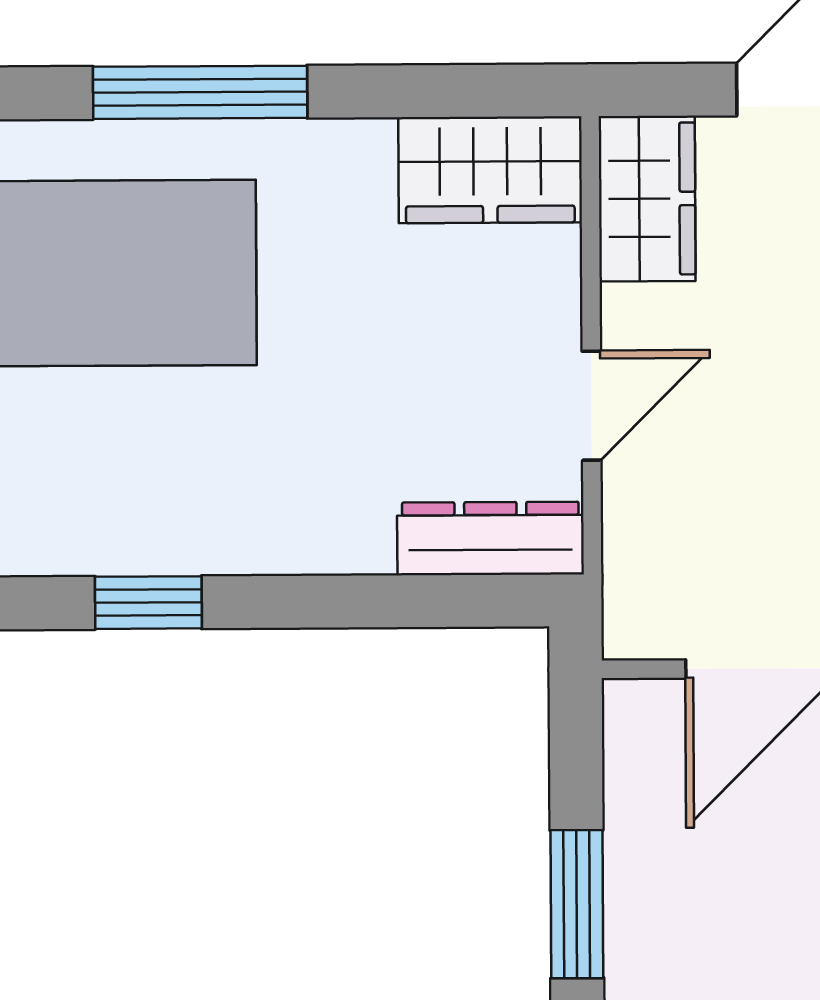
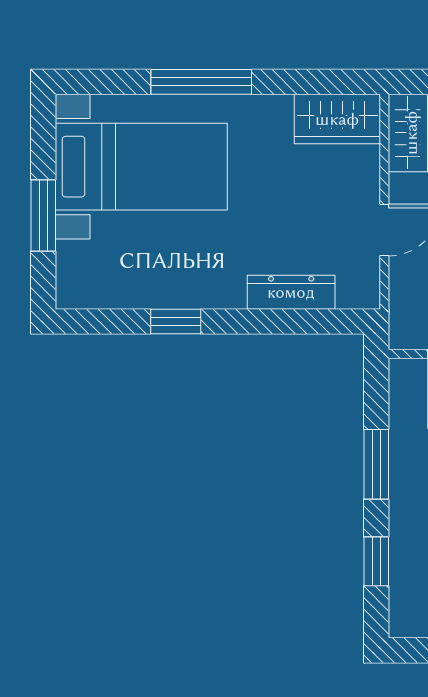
dresser: (490, 538) -> (291, 292), moved

